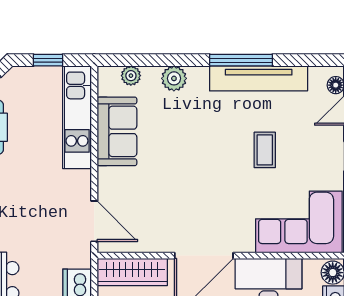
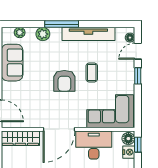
window: (241, 60) -> (62, 24), moved
armchair: (214, 165) -> (64, 81), added

